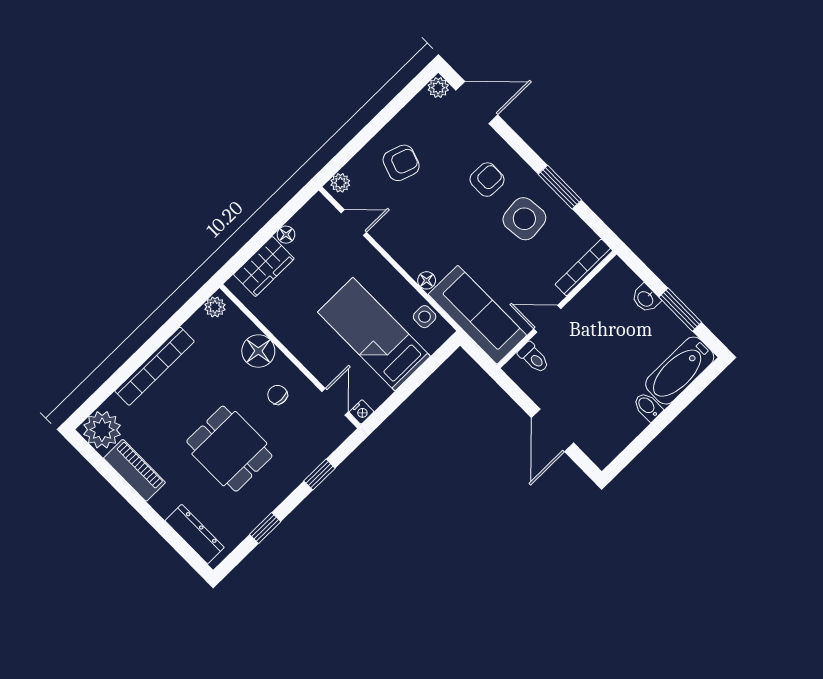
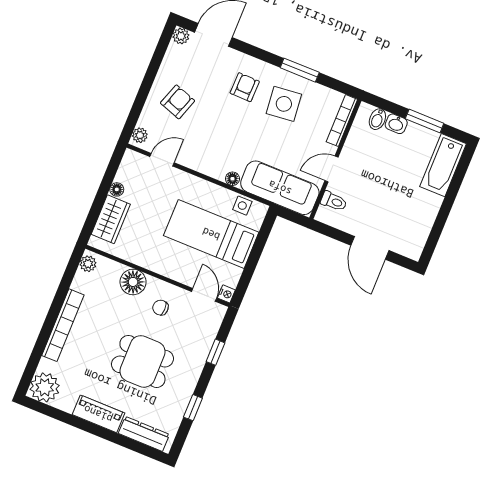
bidet: (648, 407) -> (377, 119), moved, turned -90
piano: (134, 470) -> (98, 414), moved

